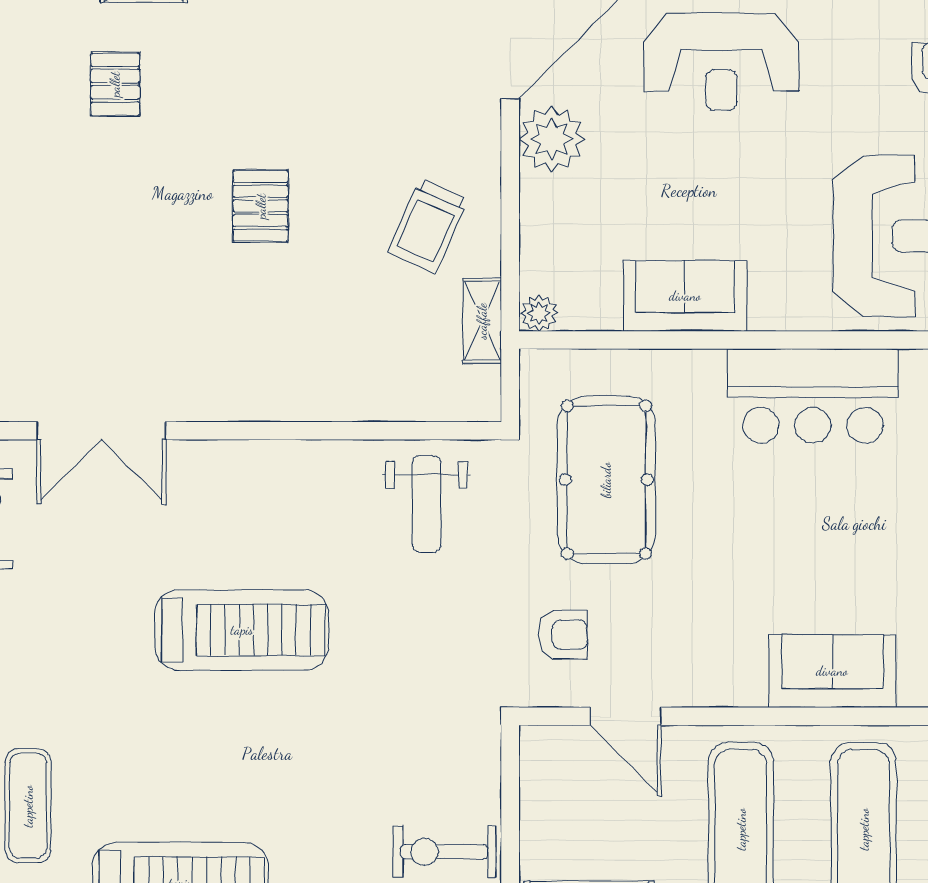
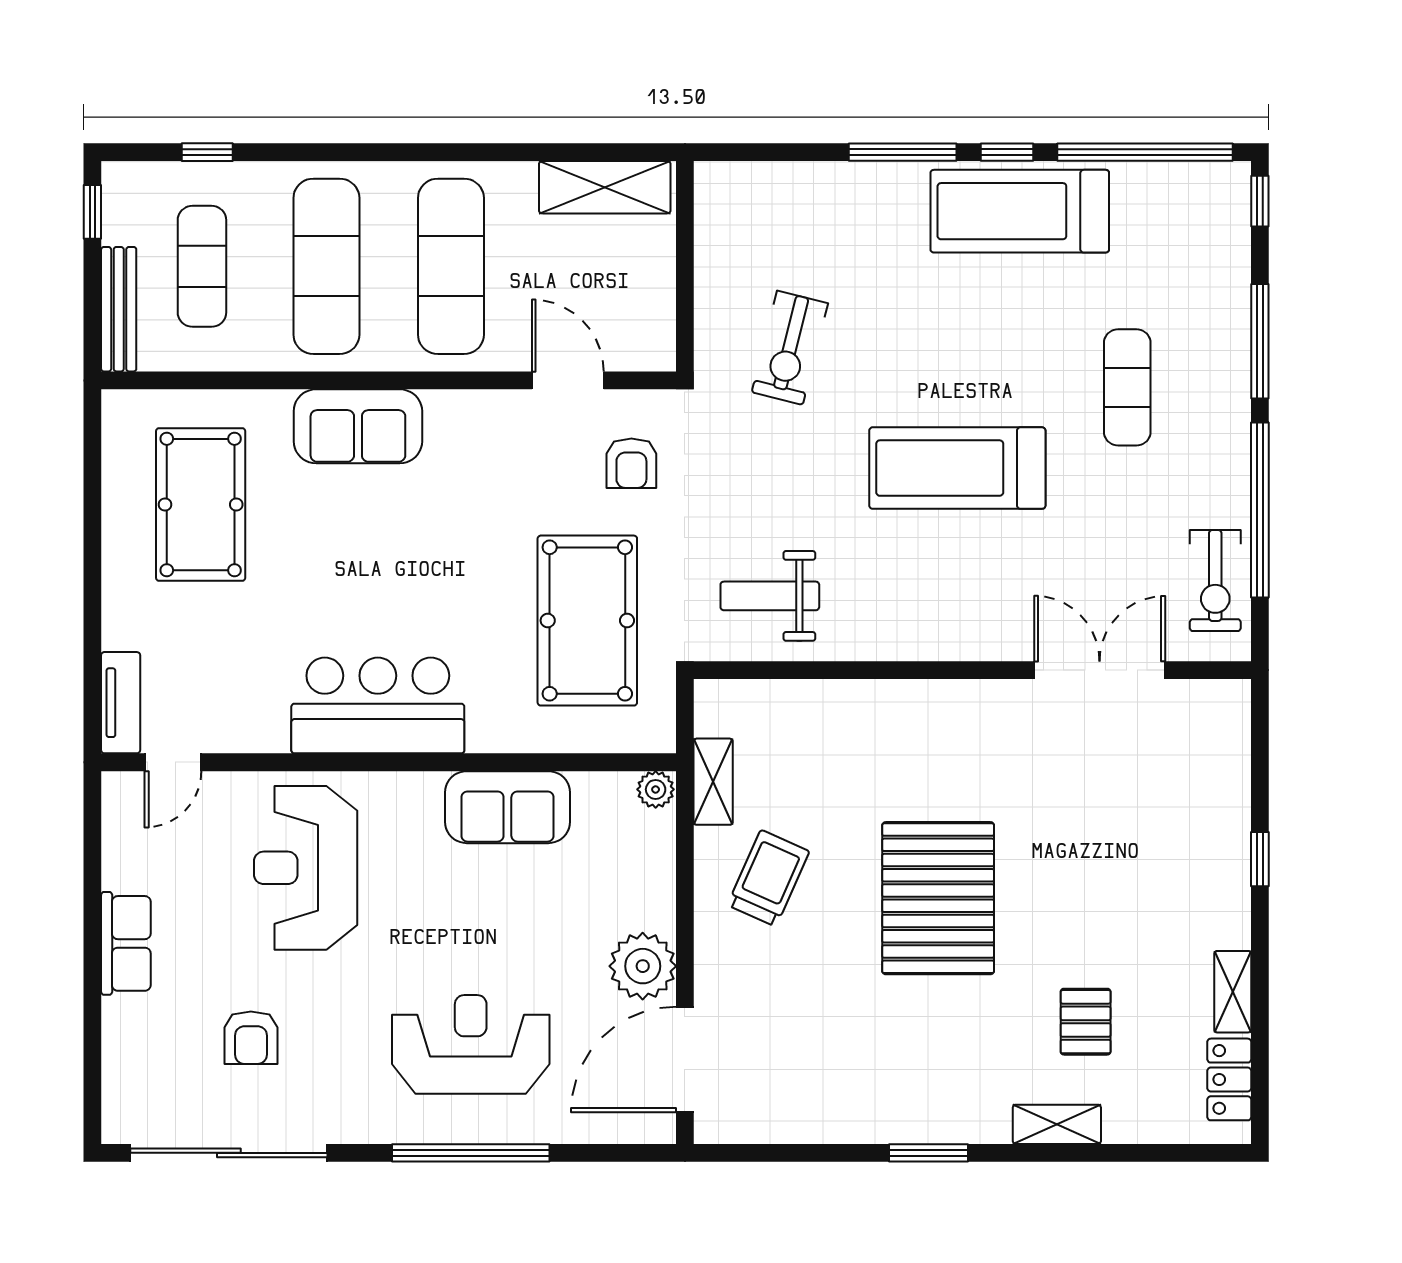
pallet: (261, 206) -> (938, 898), width x2.05, depth x2.00
weight bench: (426, 504) -> (770, 596), turned -90
armchair: (563, 635) -> (631, 463), turned -90
exercise mat: (28, 806) -> (1127, 387), moved
exercise bike: (444, 852) -> (790, 348), moved, turned 104

